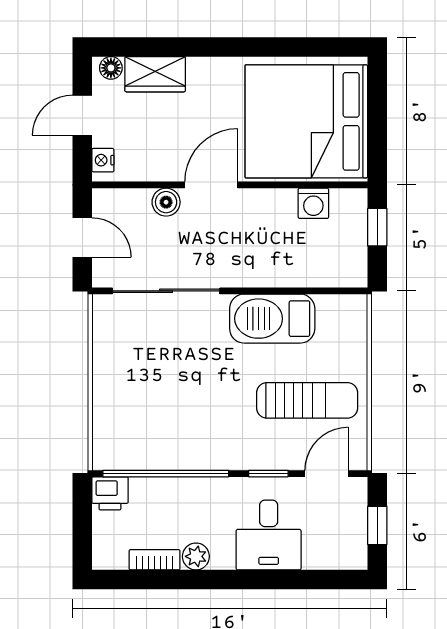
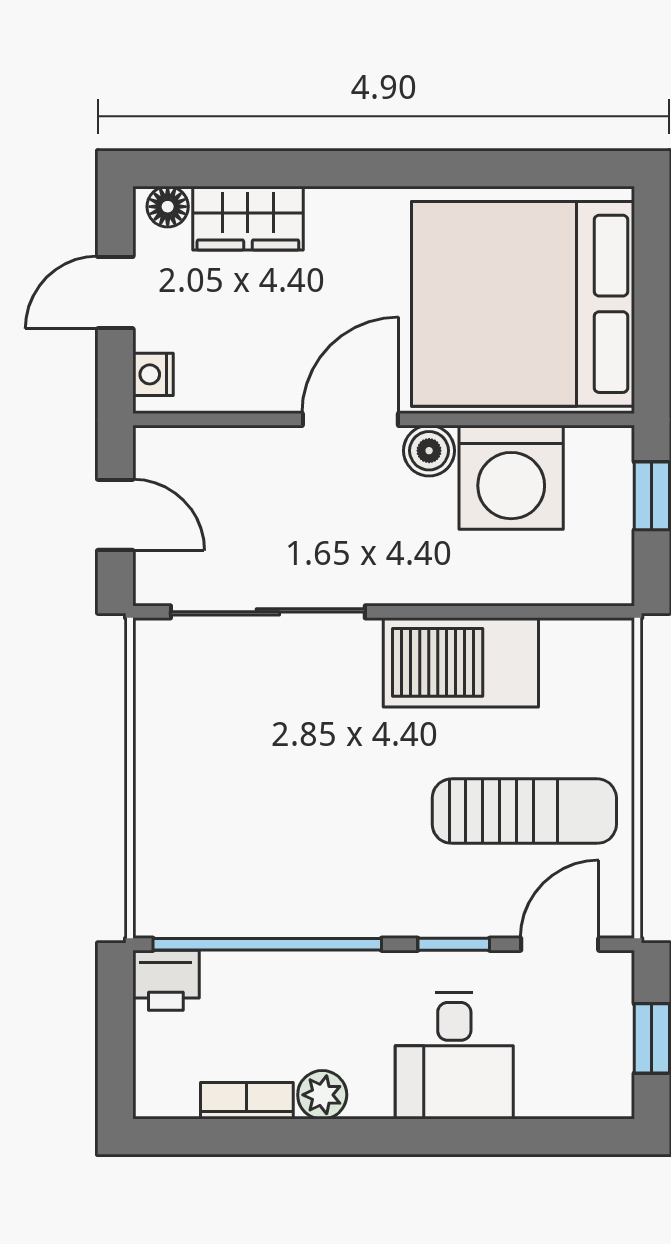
boiler: (166, 202) -> (429, 451), moved
washing machine: (313, 203) -> (511, 477), width x1.89, depth x1.89

